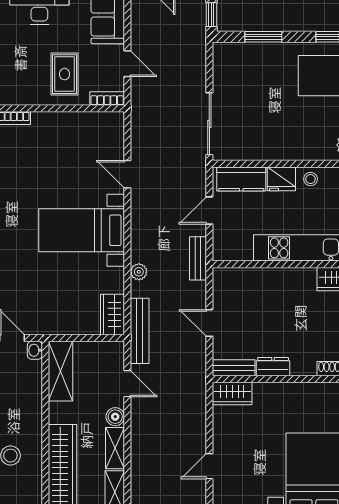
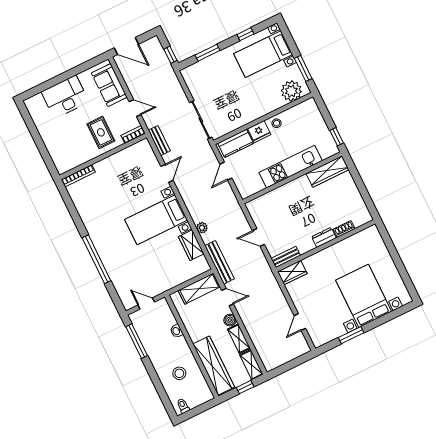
door: (127, 174) -> (167, 173), swing flipped
bench: (198, 258) -> (159, 141), moved
wardrobe: (112, 314) -> (191, 245), moved
washbasin: (35, 350) -> (176, 331), moved
dresser: (273, 367) -> (324, 237), moved
shelving: (60, 371) -> (199, 289), moved, turned 90

